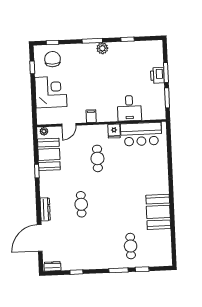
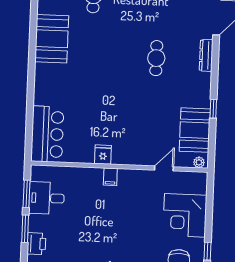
printer: (157, 75) -> (36, 244), moved
desk: (129, 108) -> (47, 198), moved, turned -90
filing cabinet: (91, 116) -> (110, 177), moved
bar counter: (141, 134) -> (47, 134), moved, turned 90
cafe table: (97, 158) -> (129, 119), removed

